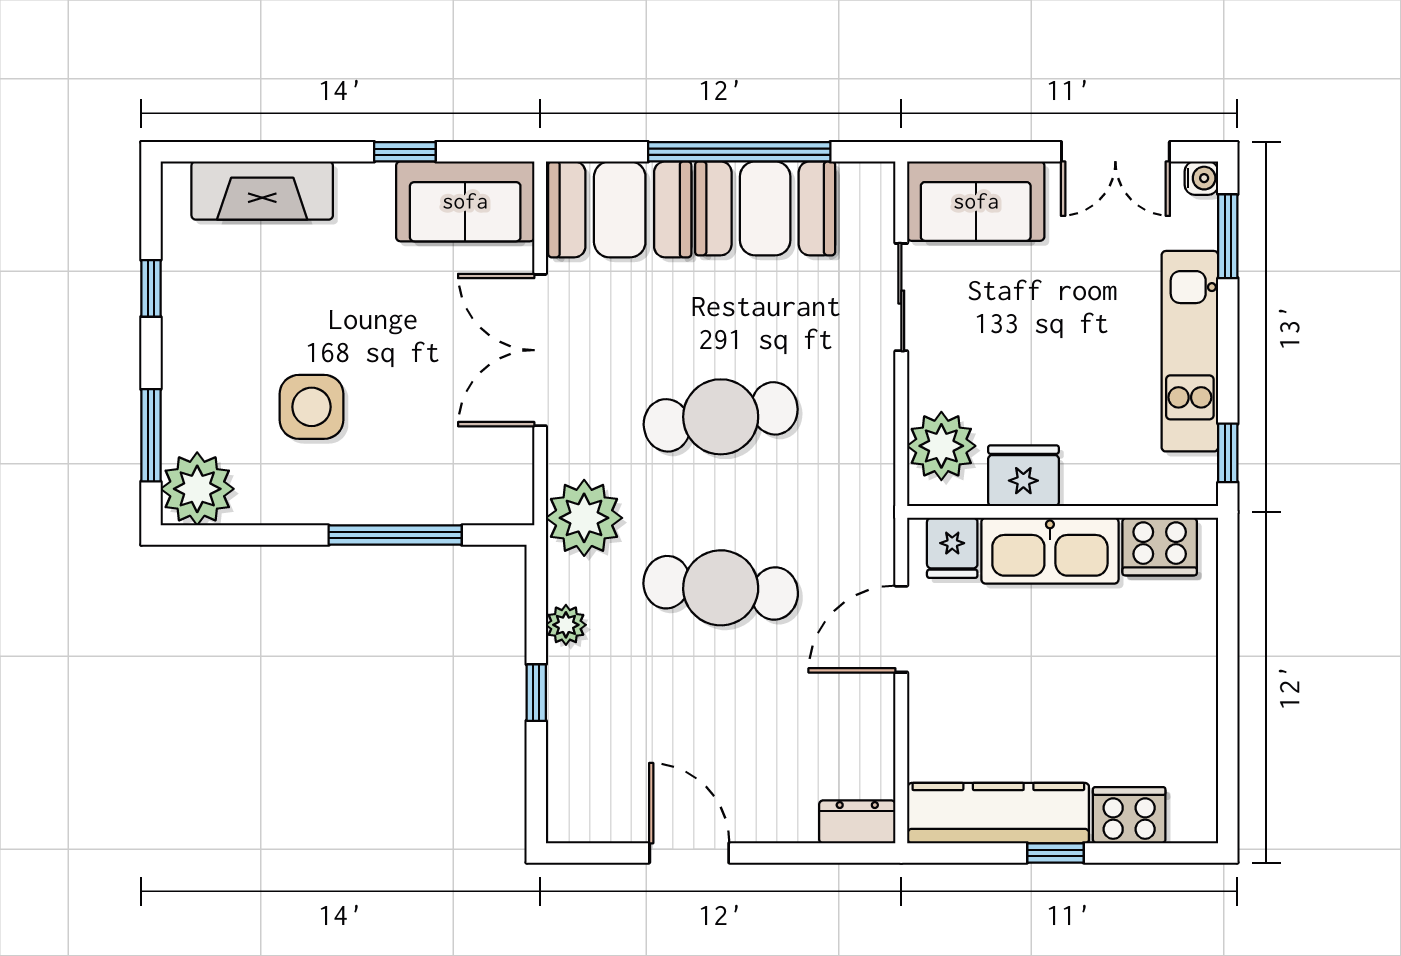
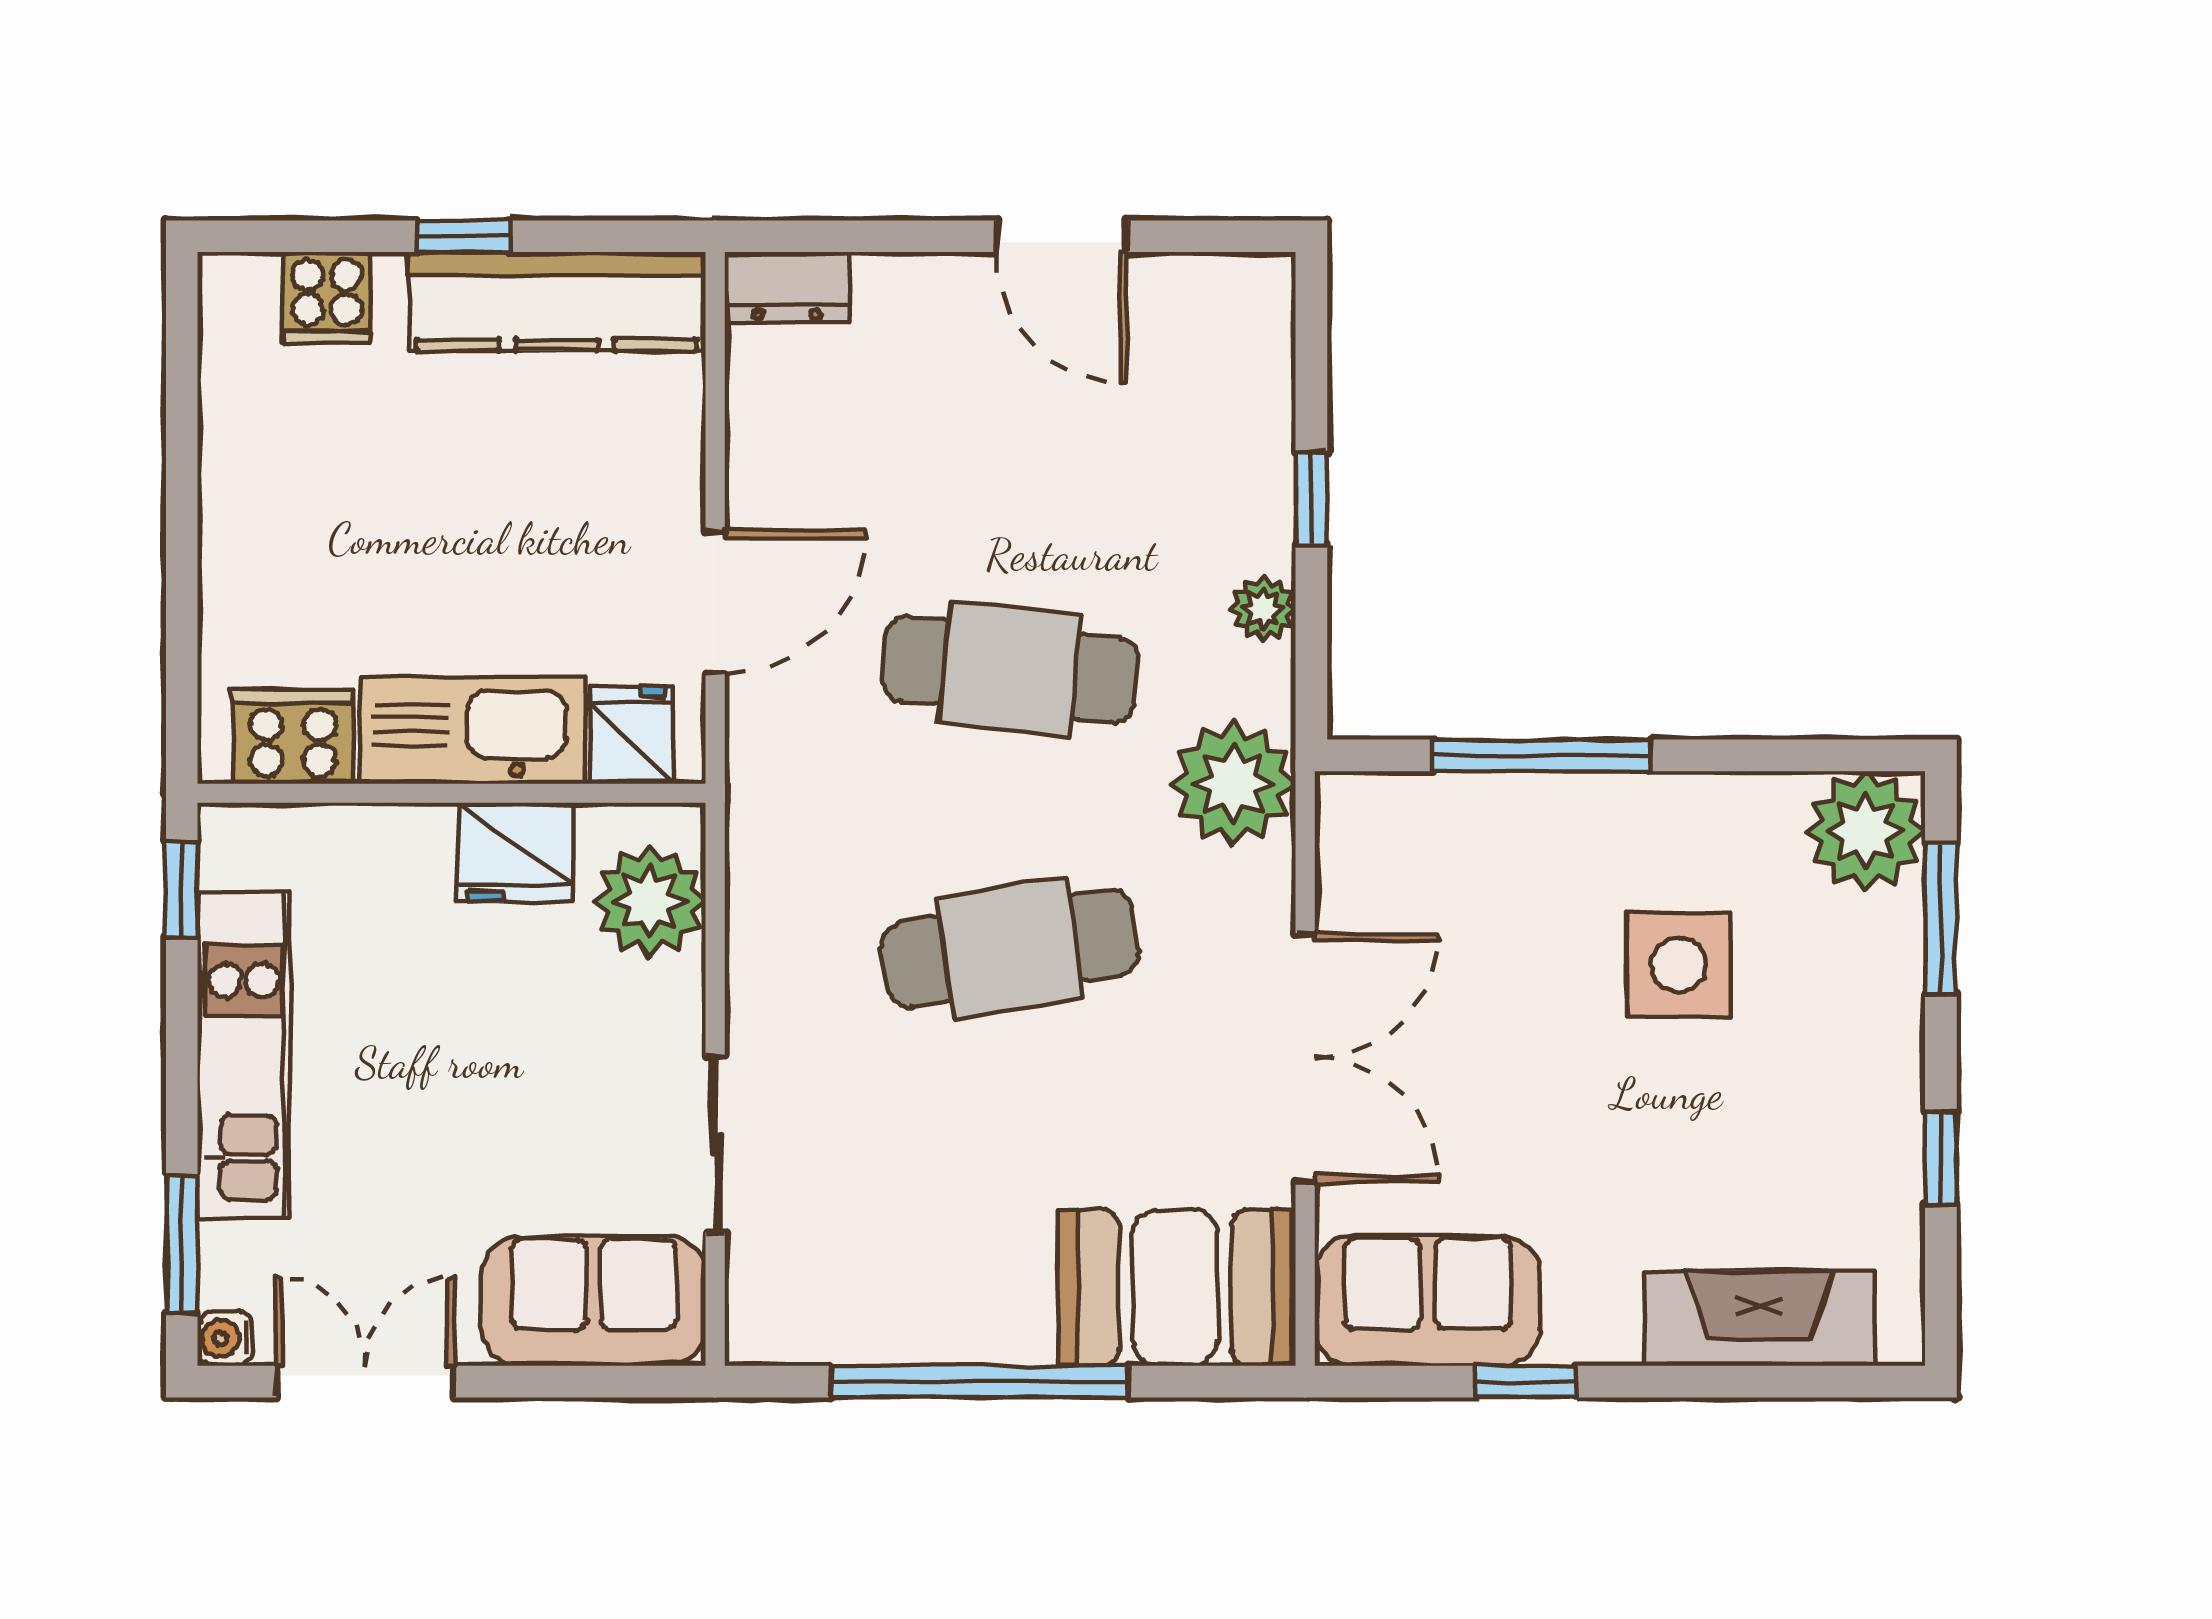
booth: (765, 208) -> (938, 1289), removed
cooker: (1129, 815) -> (327, 298), width x0.73

